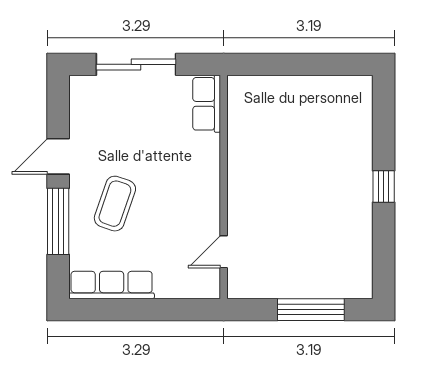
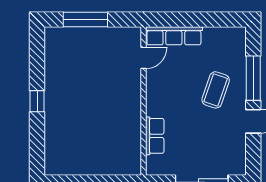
row of seats: (207, 104) -> (155, 136), moved
row of seats: (112, 285) -> (174, 36), moved

